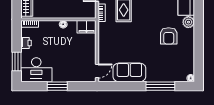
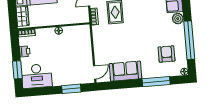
filing cabinet: (87, 27) -> (81, 31), removed
armchair: (169, 36) -> (167, 54), moved, turned 180
window: (199, 46) -> (189, 40), added
window: (57, 86) -> (71, 89), moved

